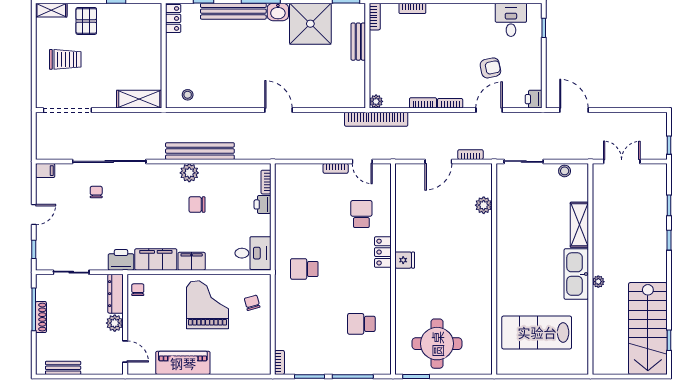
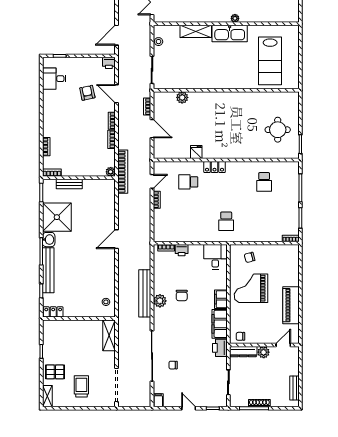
fridge: (405, 260) -> (196, 152), moved
round table: (437, 344) -> (278, 130), width x0.73, depth x0.73

